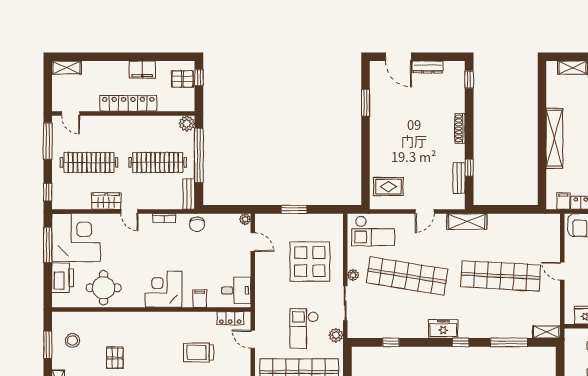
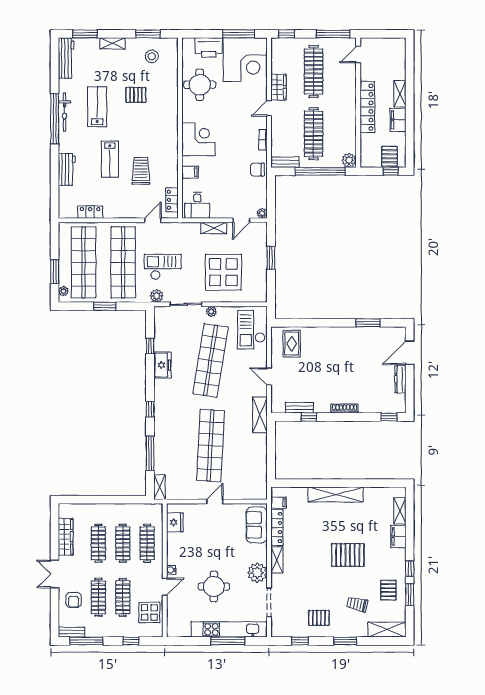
shelving: (67, 68) -> (400, 94), moved
shelving: (261, 272) -> (214, 228), added
freezer: (443, 329) -> (162, 365), moved

